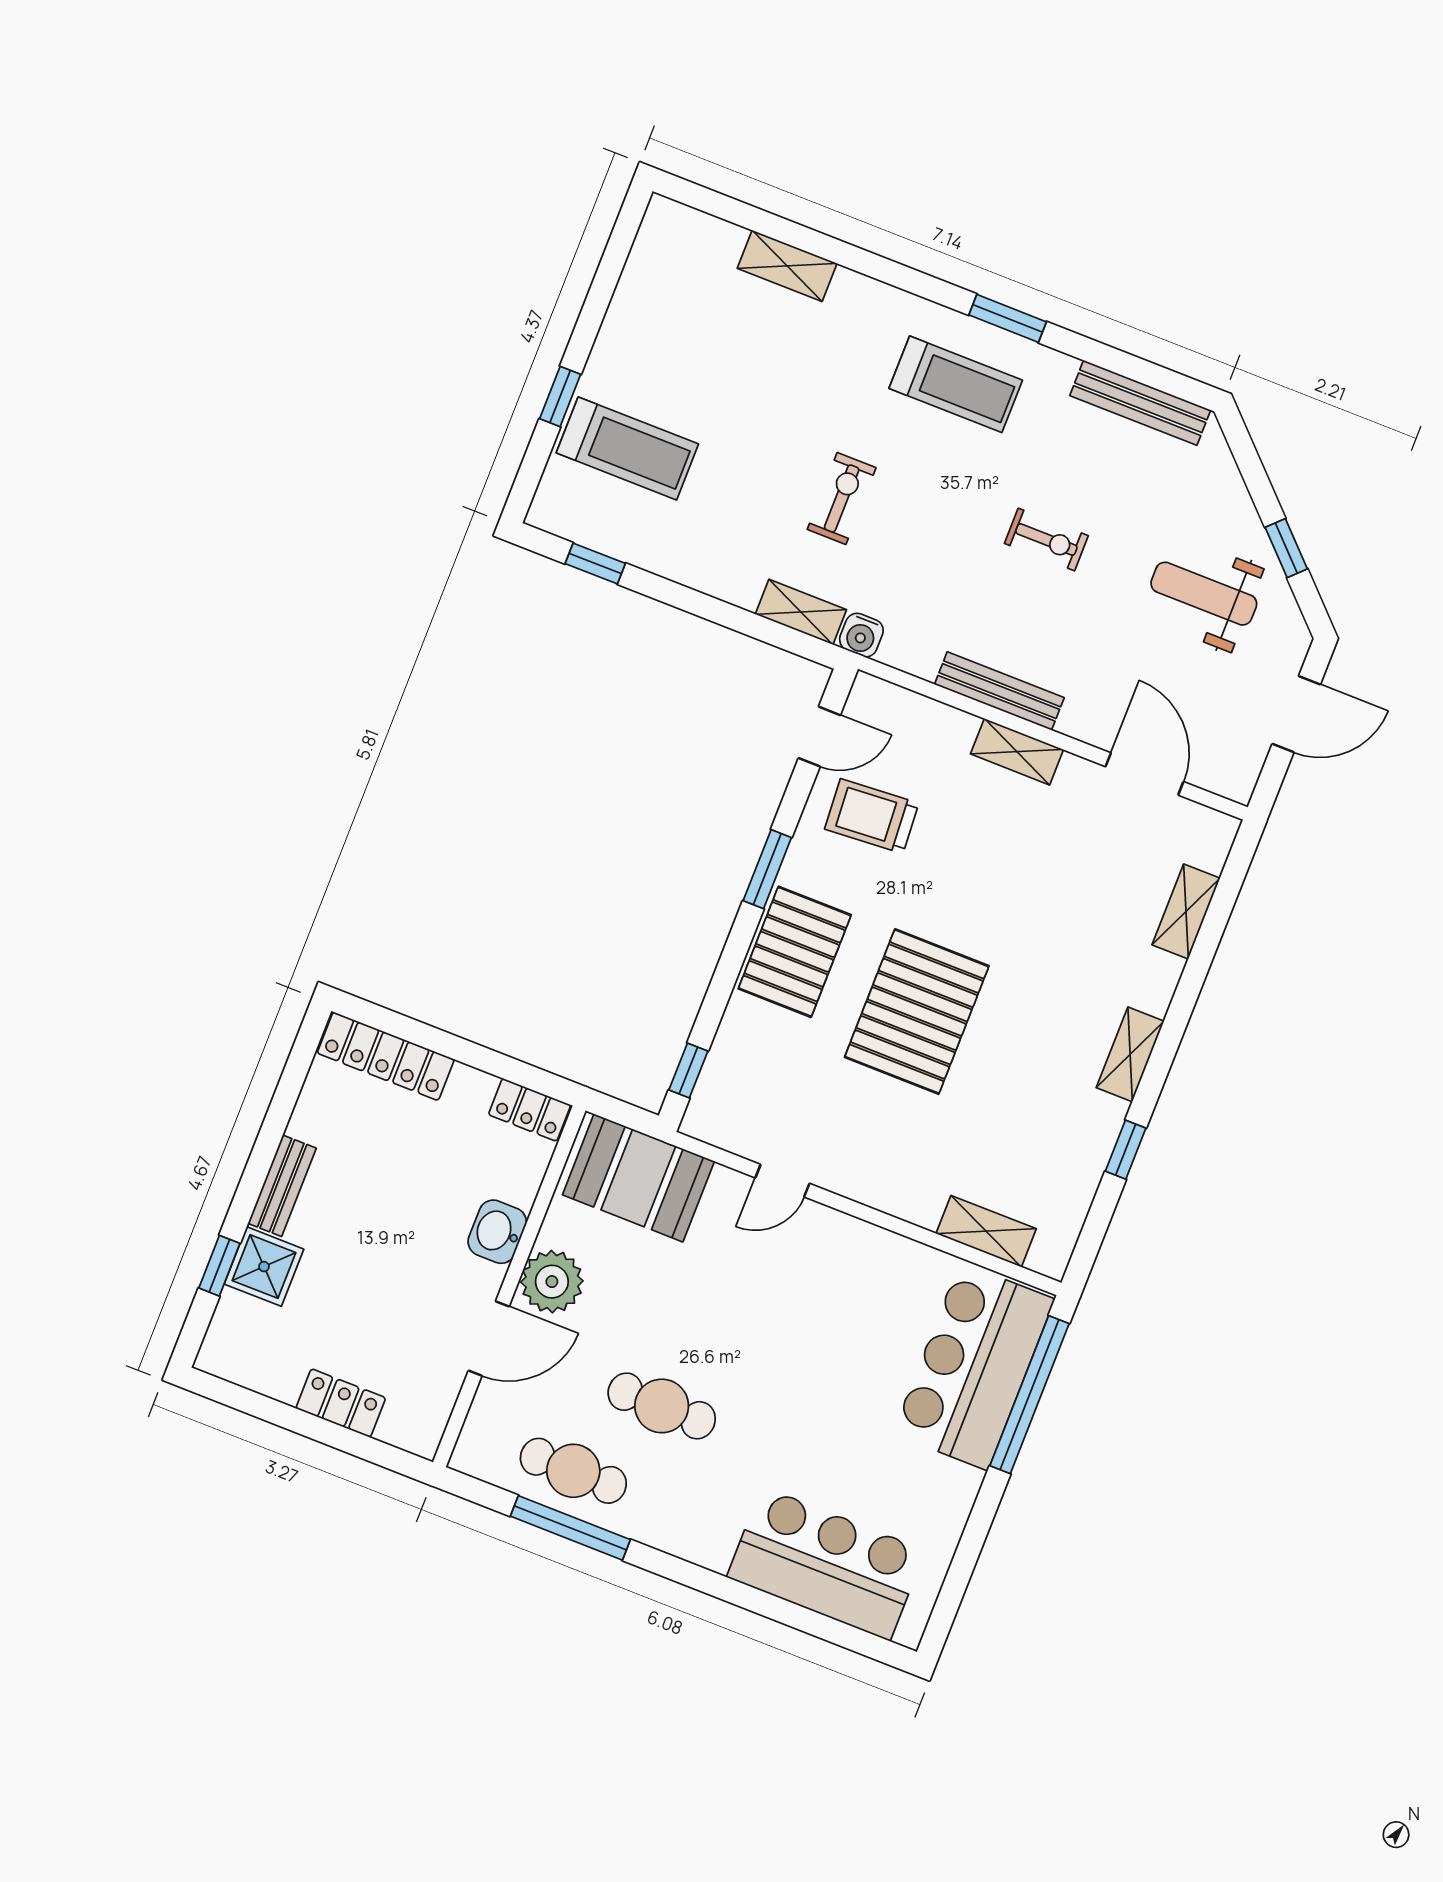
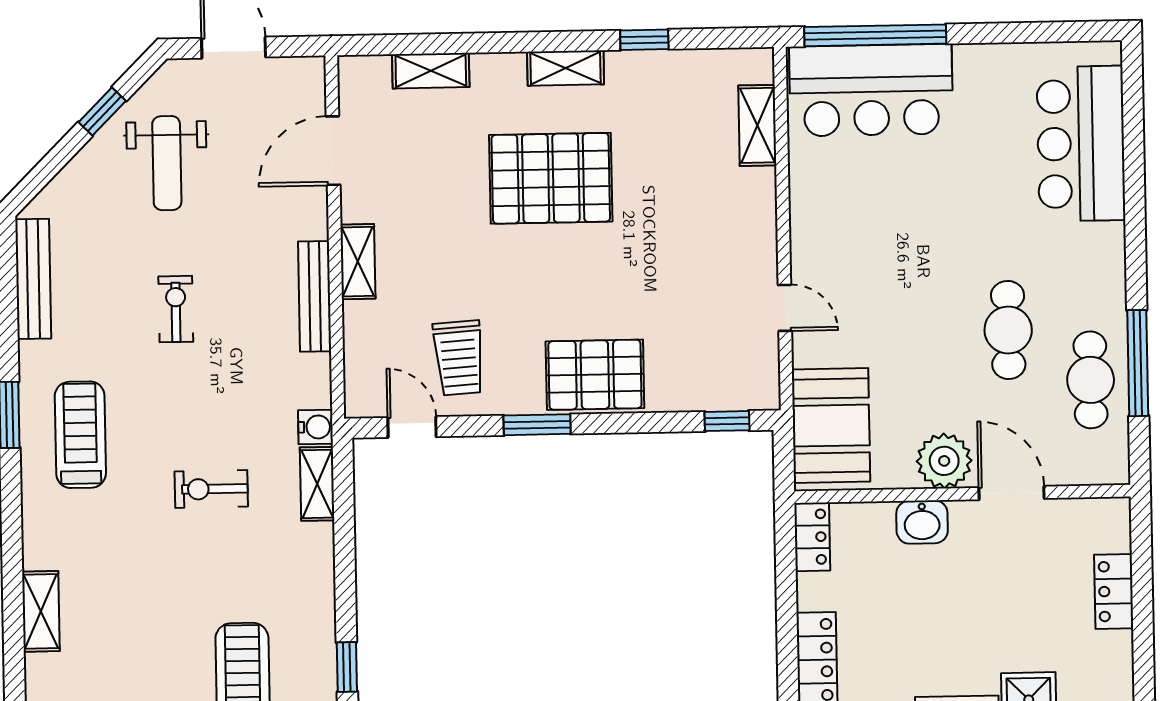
pallet: (917, 1012) -> (551, 178), moved

